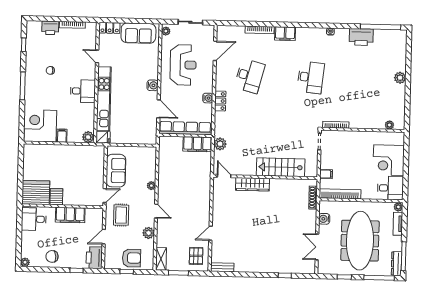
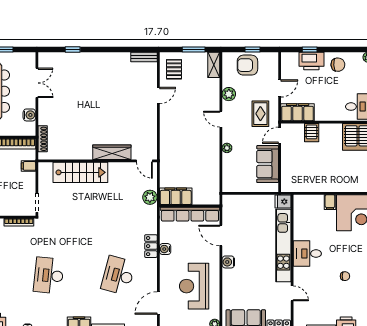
plant: (88, 137) -> (300, 201), removed
server rack: (56, 197) -> (312, 133), moved
filing cabinet: (70, 215) -> (298, 112), moved
printer: (94, 258) -> (311, 61), moved, turned 90

